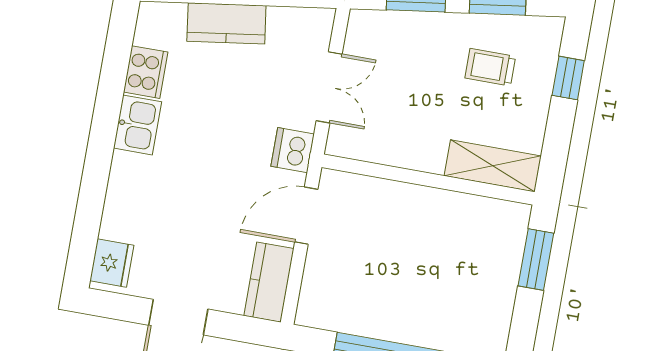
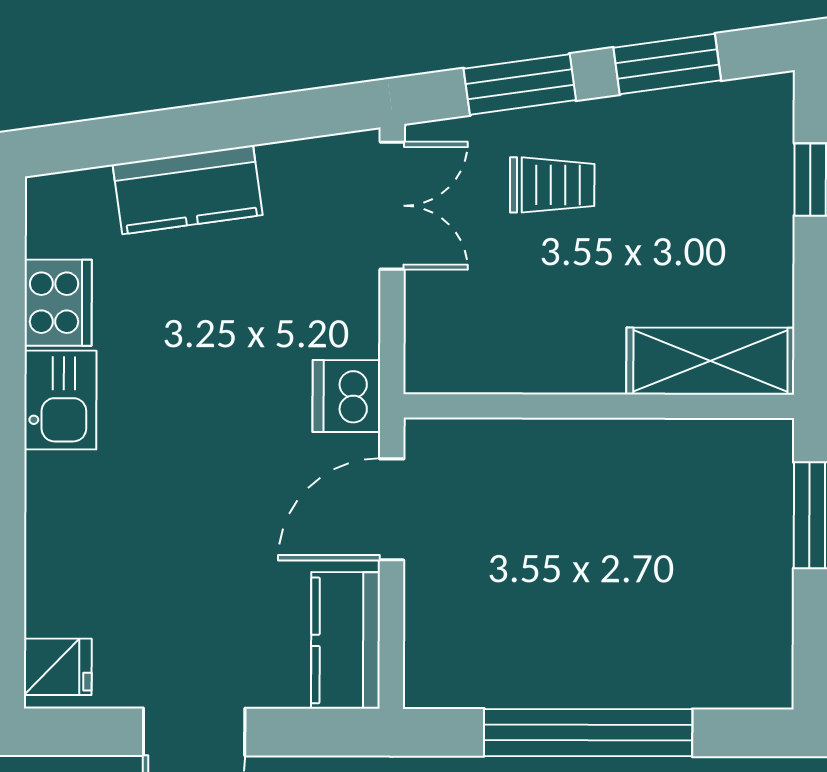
trolley: (490, 67) -> (552, 185), moved, turned 180
double door: (329, 87) -> (392, 206), moved
fridge: (112, 263) -> (58, 667), width x0.72

